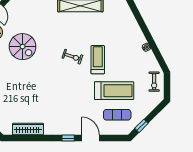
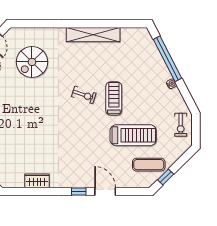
window: (143, 26) -> (167, 59), added
spiral stairs: (23, 47) -> (32, 62), moved, turned 90
exercise mat: (117, 115) -> (149, 165), moved
wardrobe: (28, 129) -> (37, 181), width x0.67

